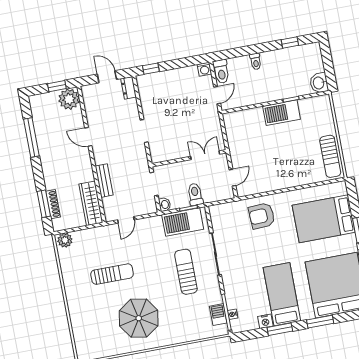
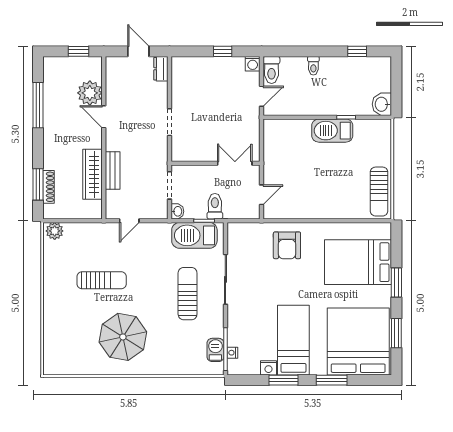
window: (151, 69) -> (223, 51), moved
plant: (69, 99) -> (90, 93), moved
wardrobe: (91, 203) -> (92, 174), moved
armchair: (262, 216) -> (287, 245), turned -87

